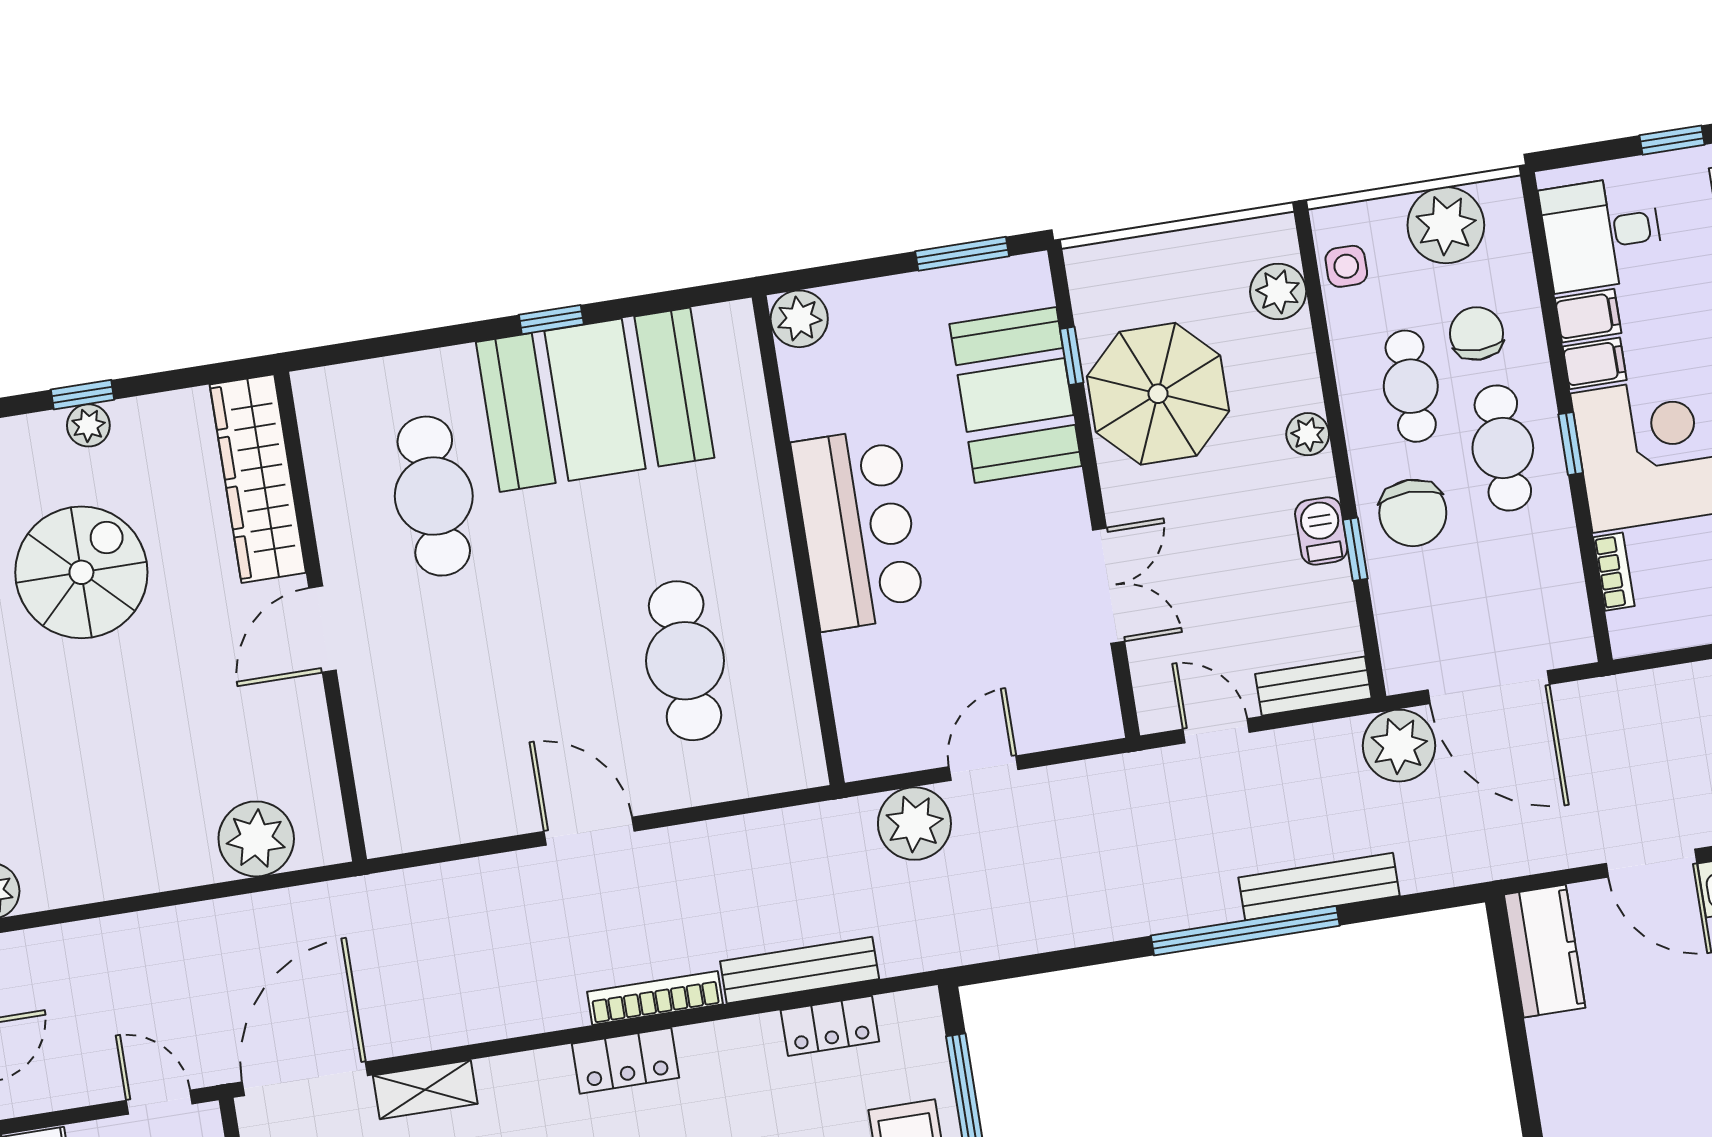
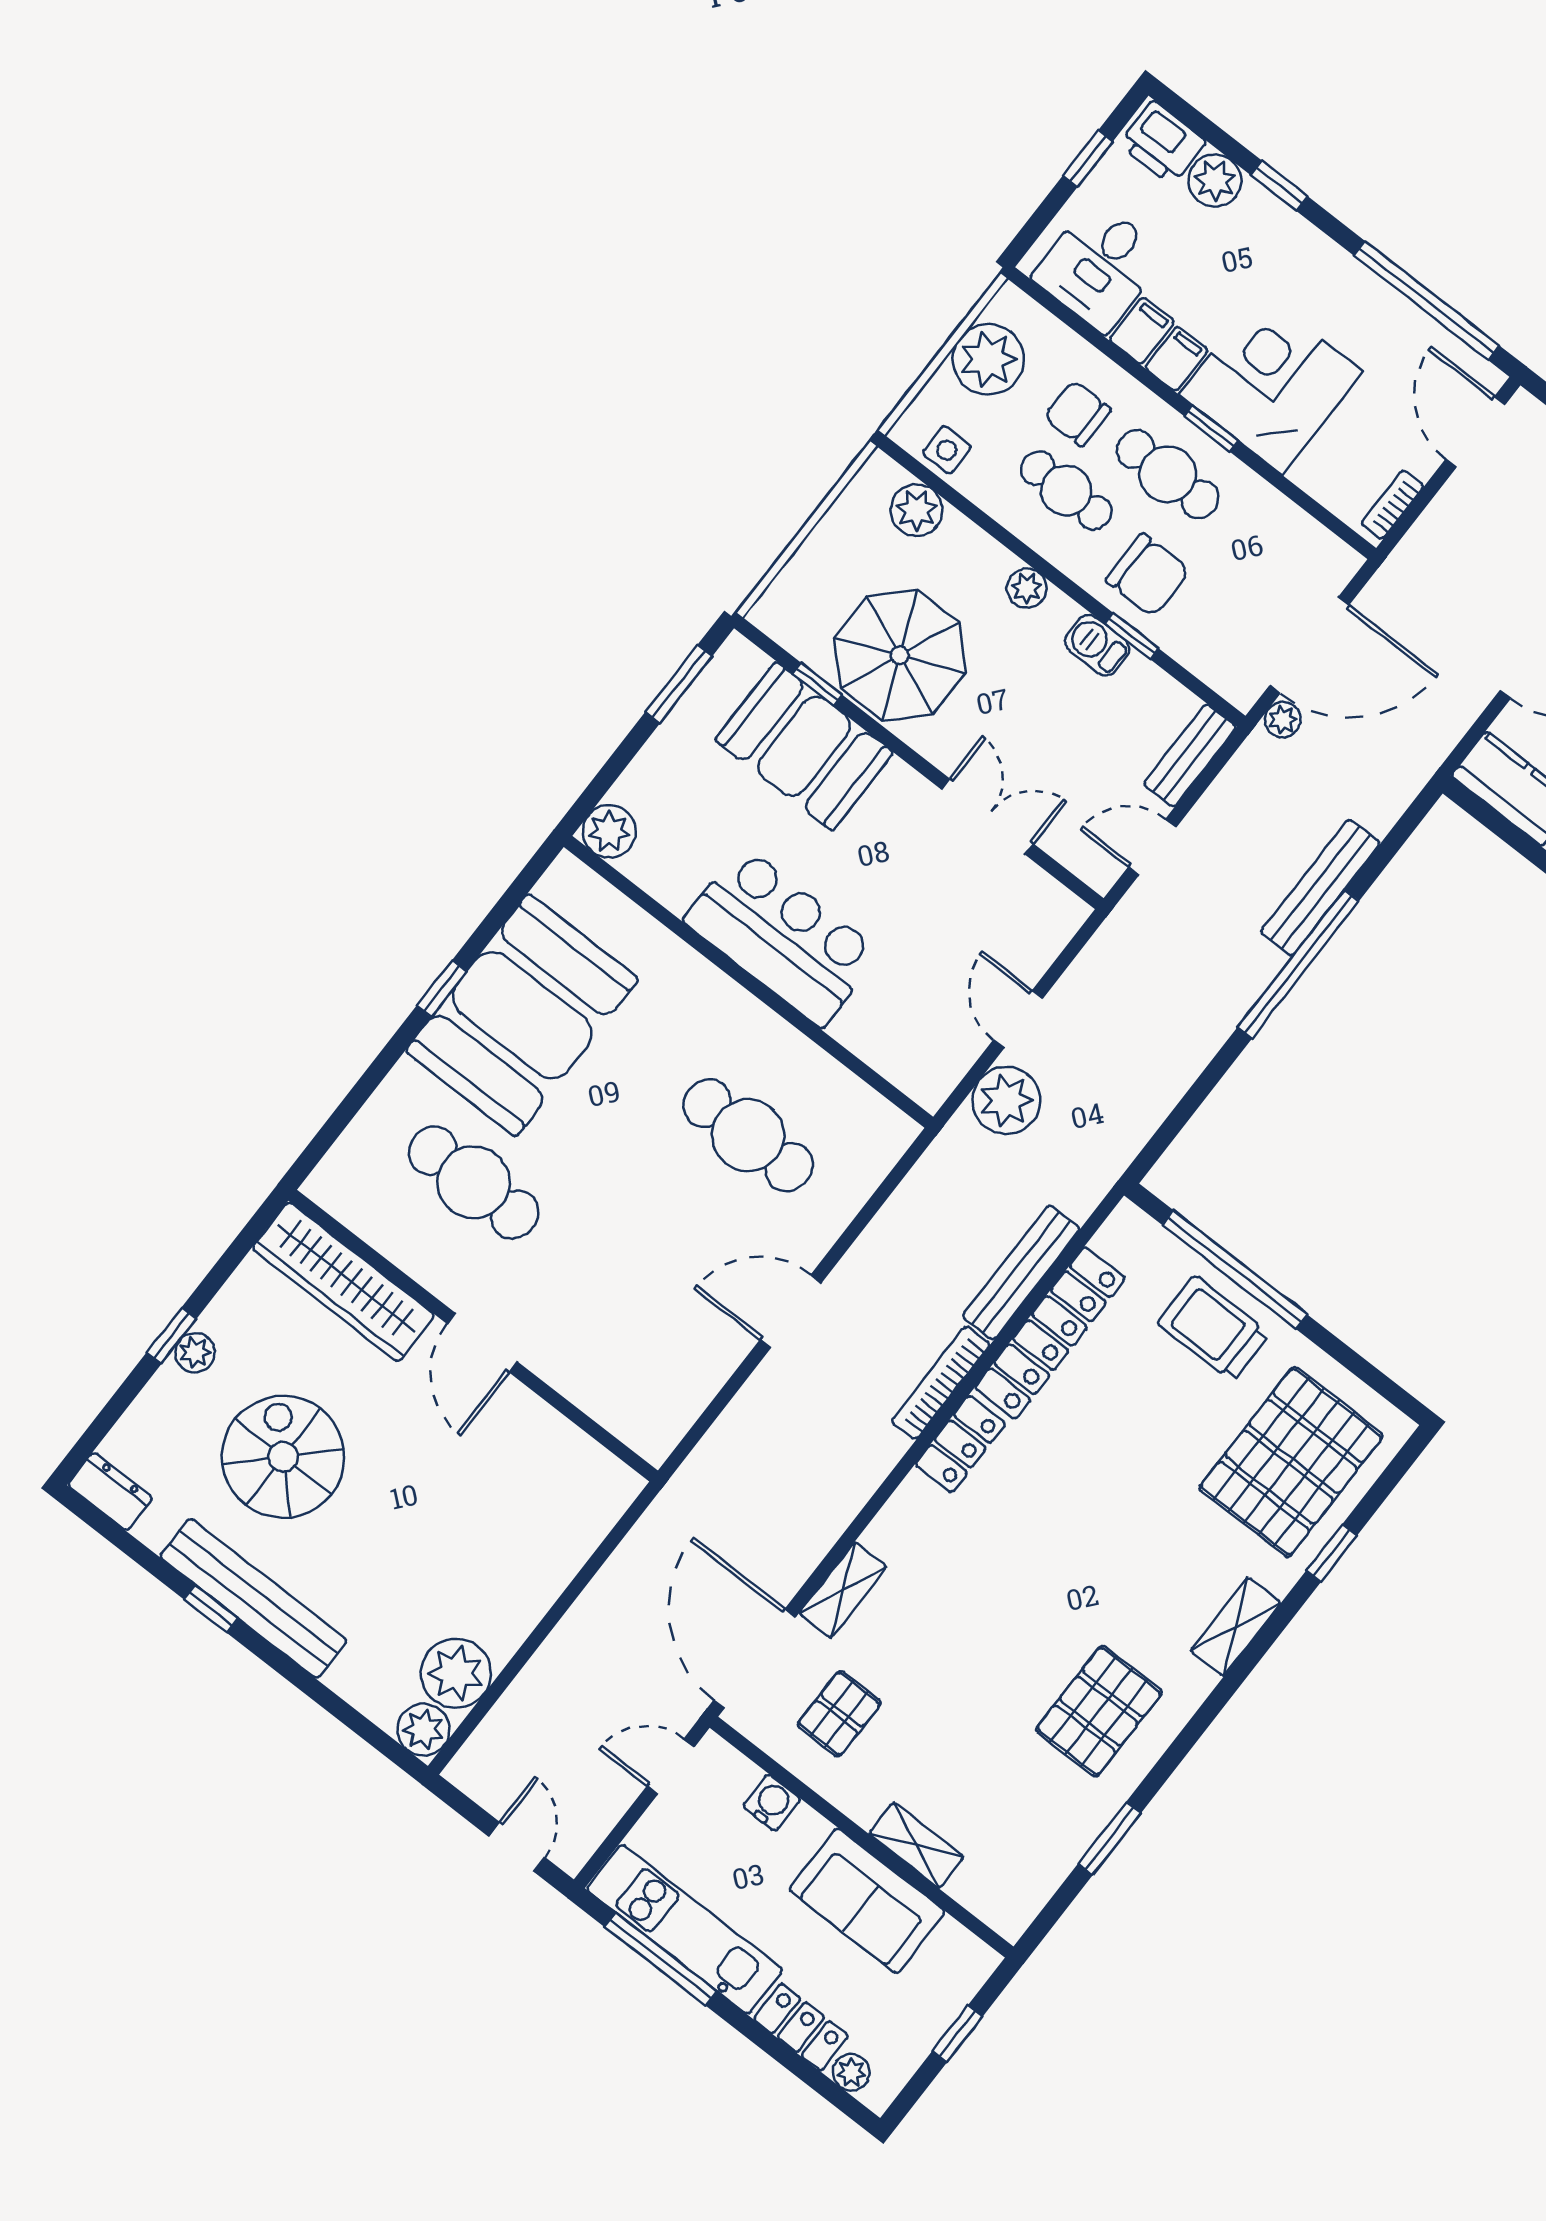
bookcase: (1614, 572) -> (1392, 505), moved, turned -90
plant: (1399, 746) -> (1283, 720), width x0.53, depth x0.53
plant: (256, 839) -> (456, 1673), moved
locker: (830, 1026) -> (1050, 1333), width x2.16, depth x1.21

